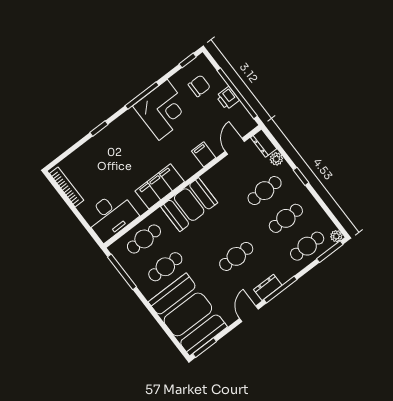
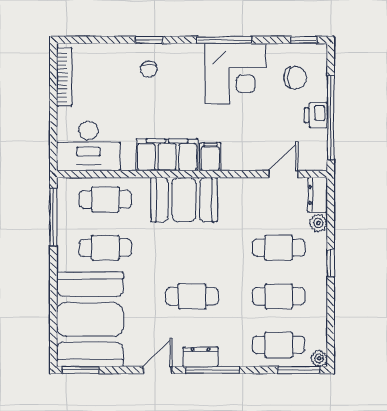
chair: (112, 145) -> (149, 69), added
filing cabinet: (204, 154) -> (210, 157), moved

